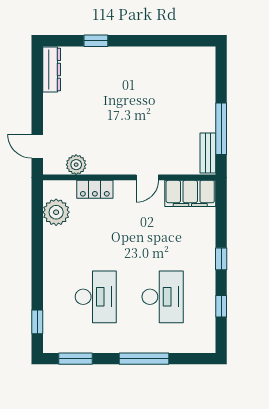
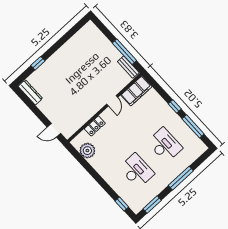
plant: (76, 165) -> (77, 123), removed
window: (221, 306) -> (193, 126), width x2.17

